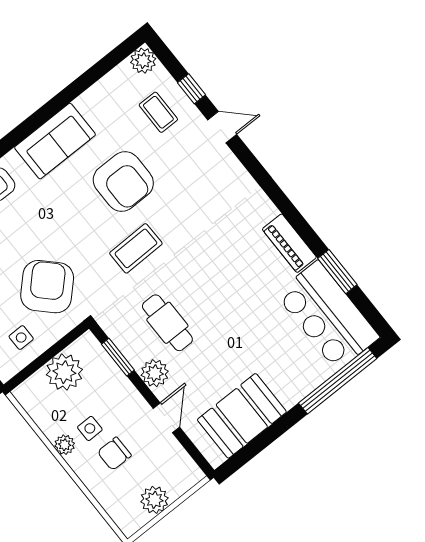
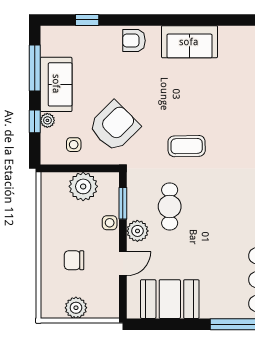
armchair: (123, 182) -> (211, 99), removed
side table: (90, 428) -> (110, 223), moved
plant: (65, 445) -> (48, 231), removed

